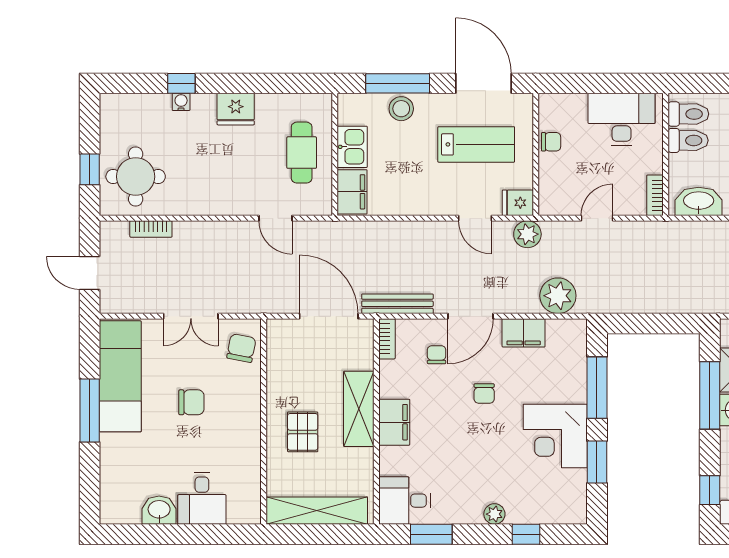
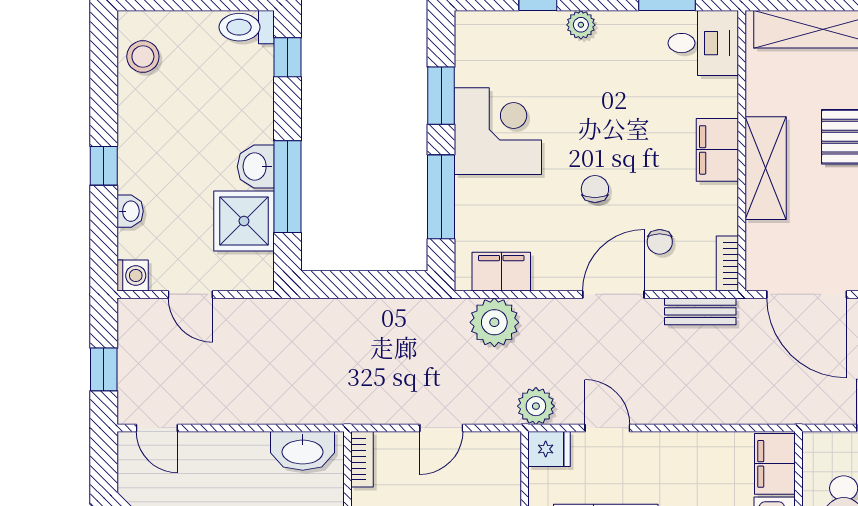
bench: (397, 304) -> (700, 311), width x0.73
filing cabinet: (524, 333) -> (501, 272), moved

